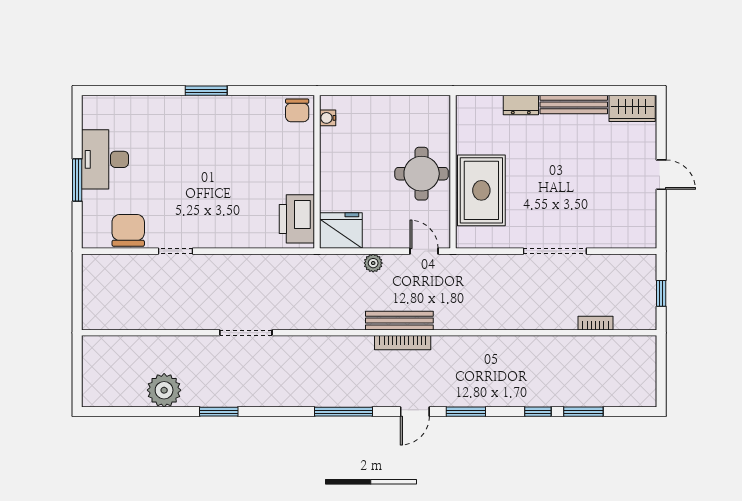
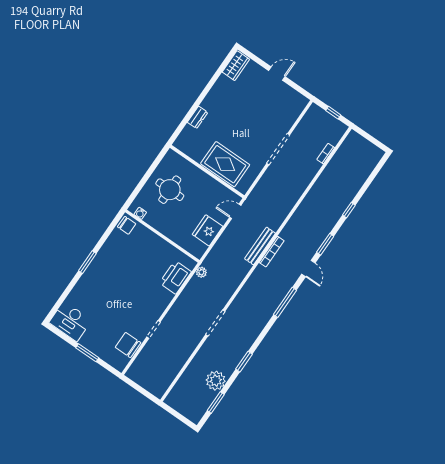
bench: (574, 105) -> (215, 92), removed
desk: (105, 159) -> (70, 321), moved
round table: (422, 174) -> (170, 190), moved
printer: (297, 219) -> (175, 277), moved, turned 90
fridge: (341, 231) -> (208, 230), moved
plant: (373, 263) -> (201, 272), moved
window: (583, 412) -> (216, 402), moved

